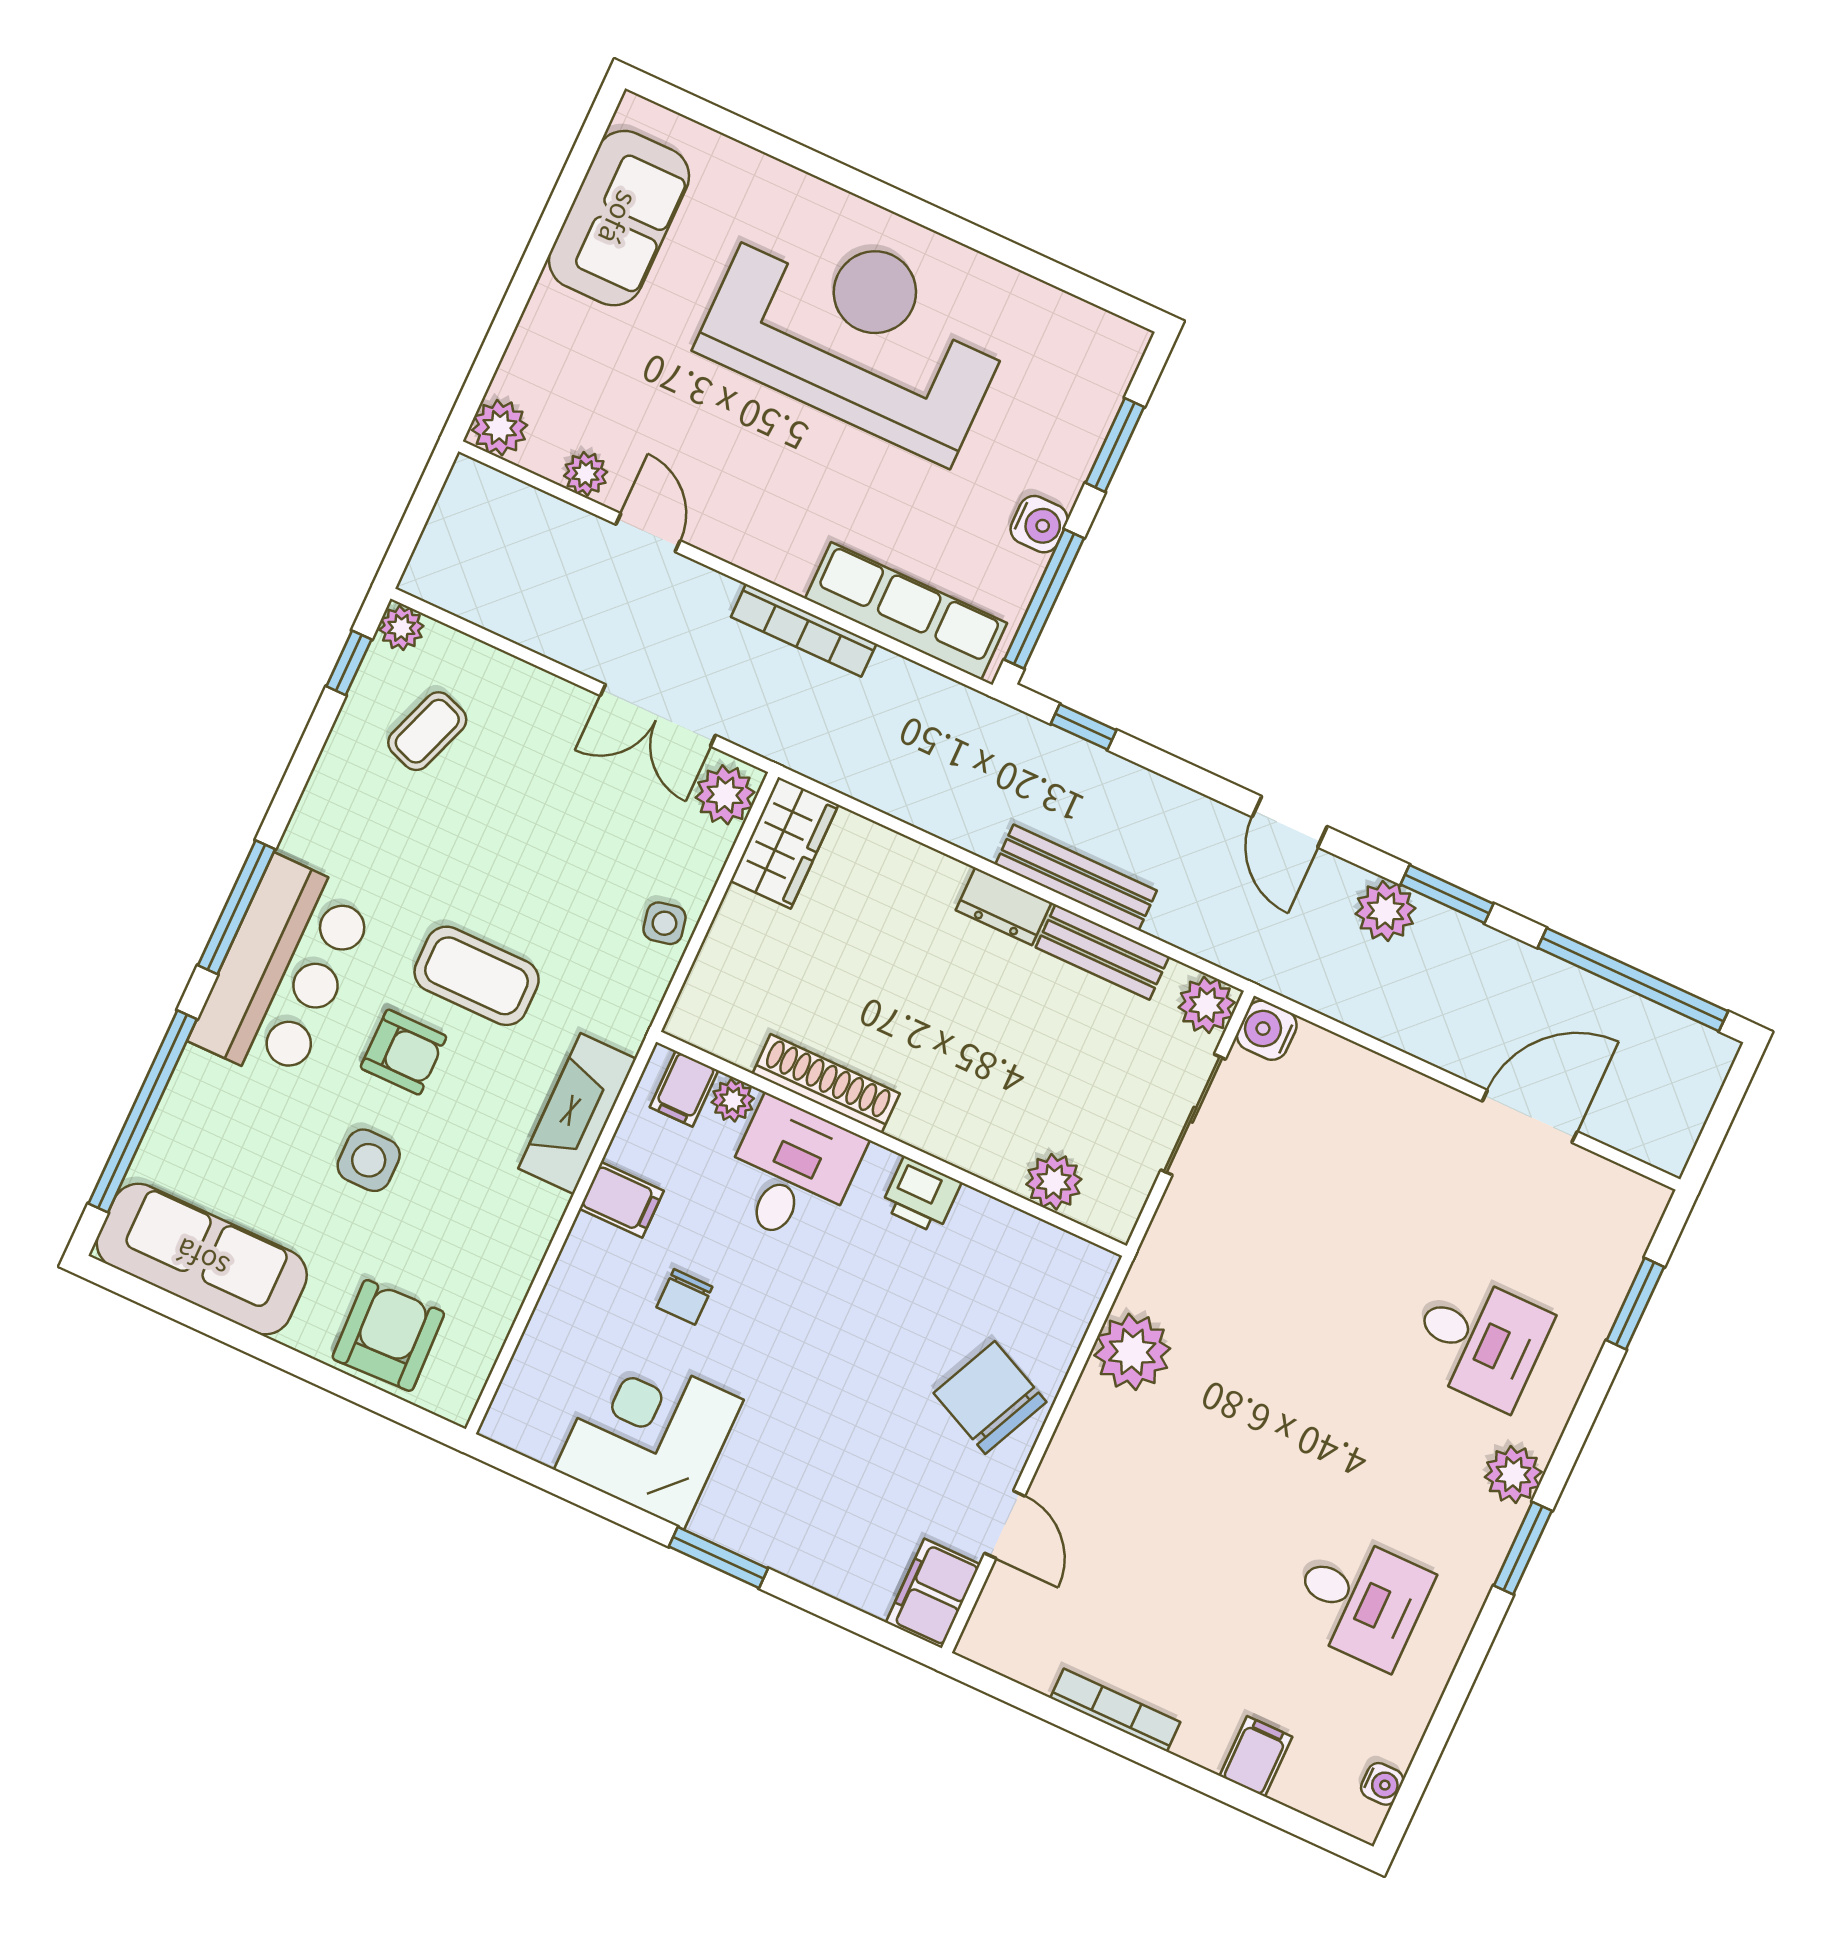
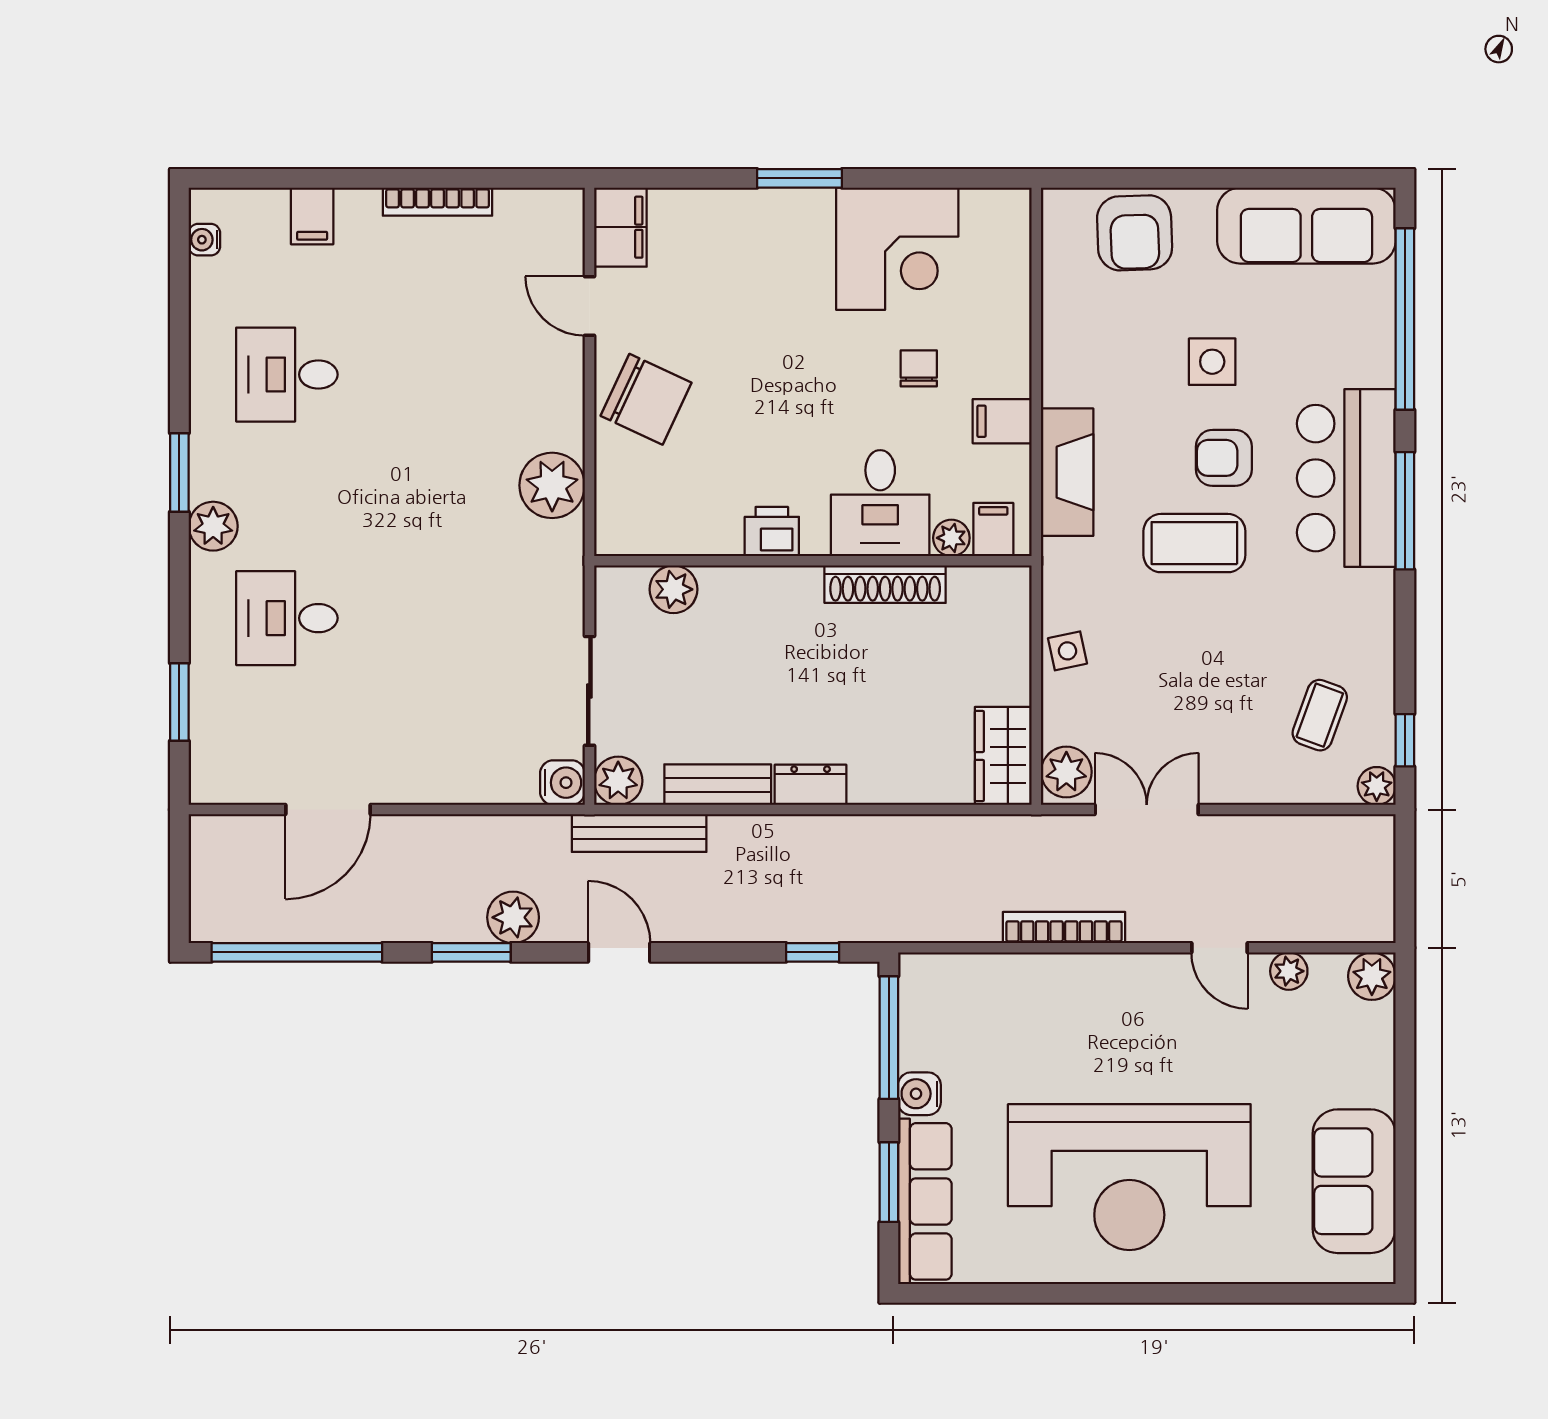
row of seats: (906, 611) -> (925, 1201), moved, turned -90
bench: (1076, 877) -> (639, 833), moved

